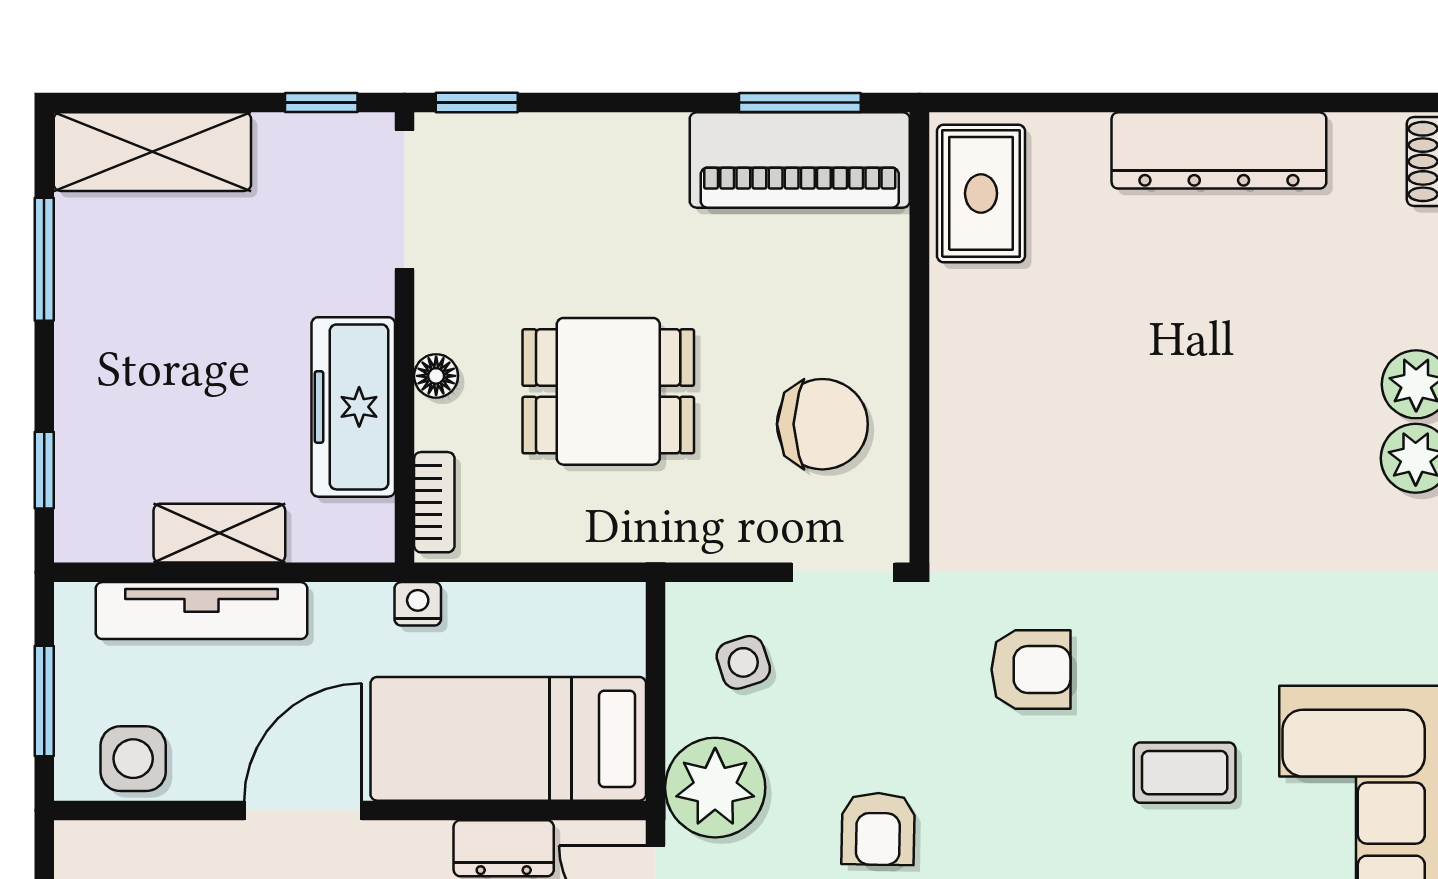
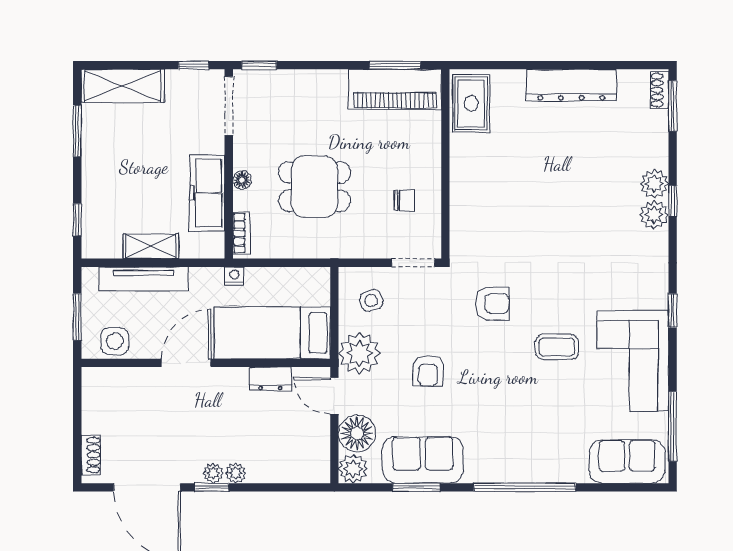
chair: (822, 424) -> (405, 200), width x0.54, depth x0.54

